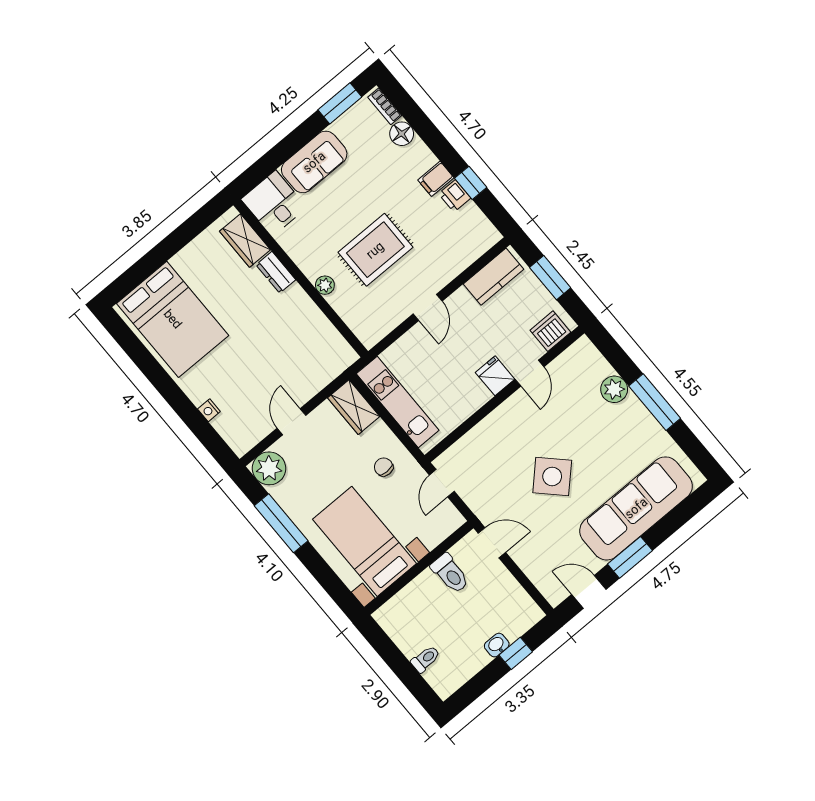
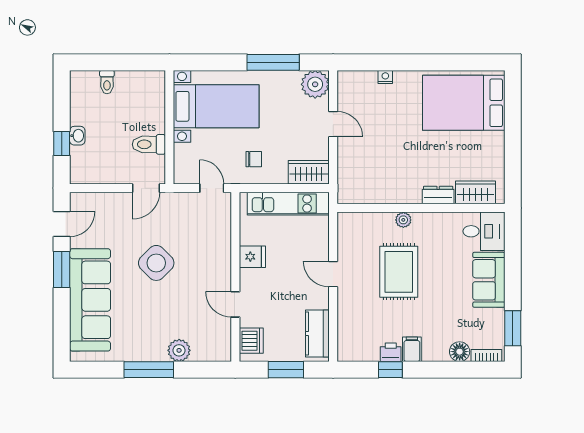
fridge: (495, 376) -> (252, 257), moved

